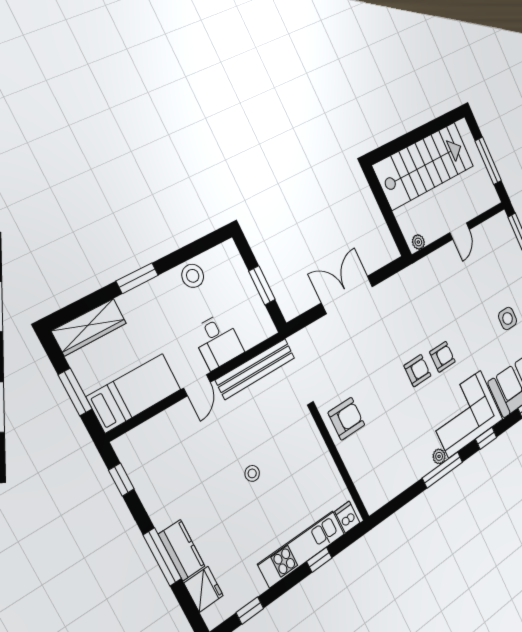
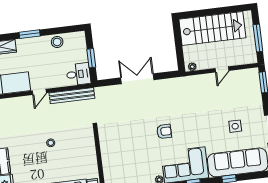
desk: (218, 341) -> (78, 74), moved, turned -90
armchair: (442, 357) -> (183, 130), removed
armchair: (346, 419) -> (112, 138), removed

